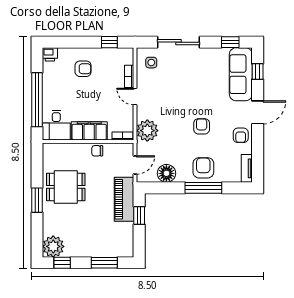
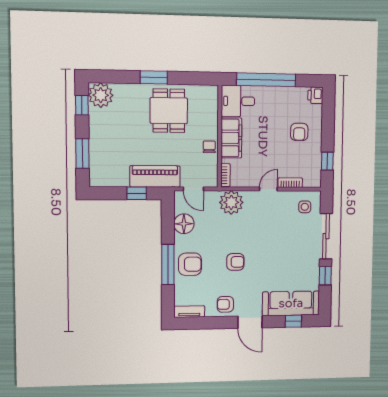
window: (230, 42) -> (325, 276), moved

